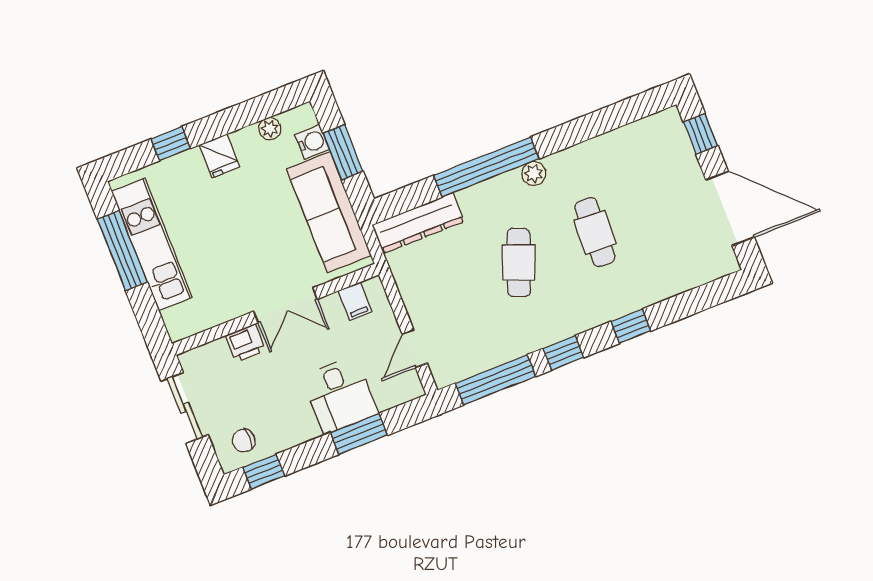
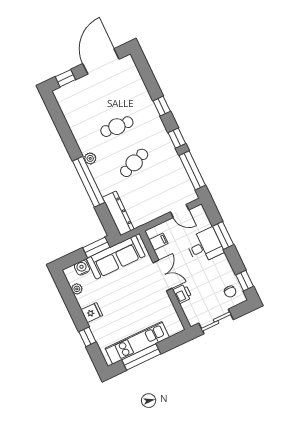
window: (343, 152) -> (96, 247), moved
cafe table: (519, 262) -> (134, 163), turned -42

